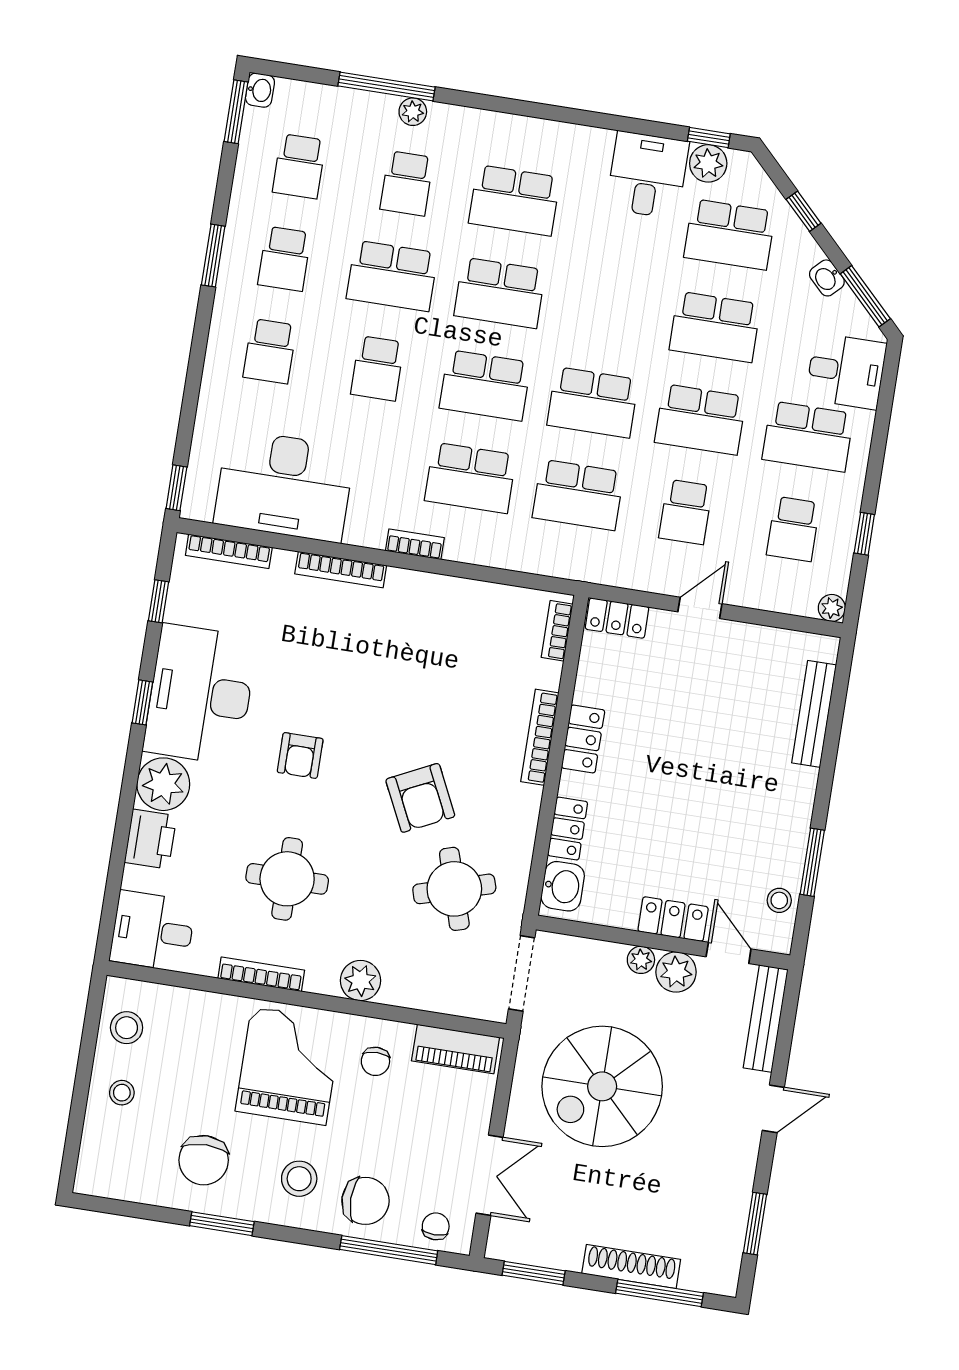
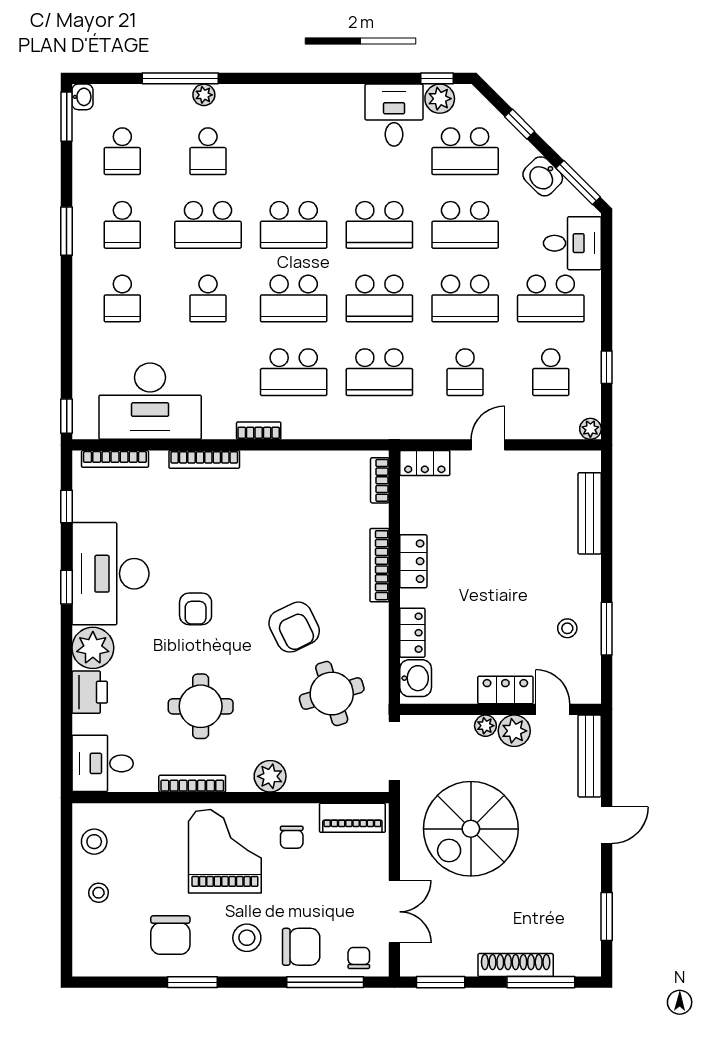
school desk: (514, 200) -> (379, 225), moved
washbasin: (827, 278) -> (543, 176), width x1.38, depth x1.45
stool: (779, 900) -> (567, 628), moved

